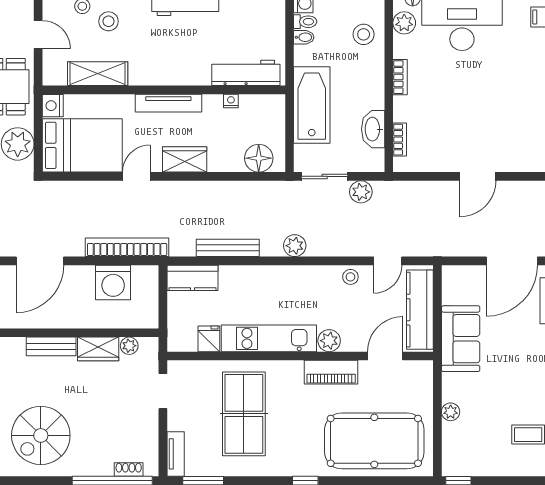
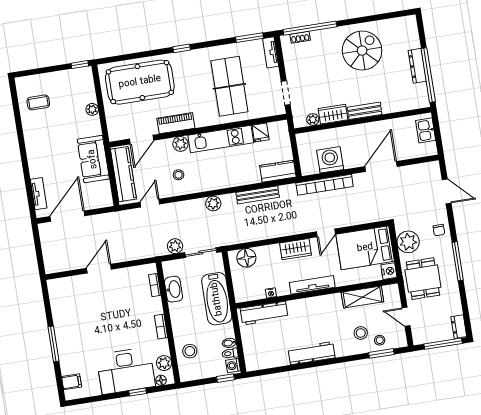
stool: (350, 277) -> (178, 175), moved

